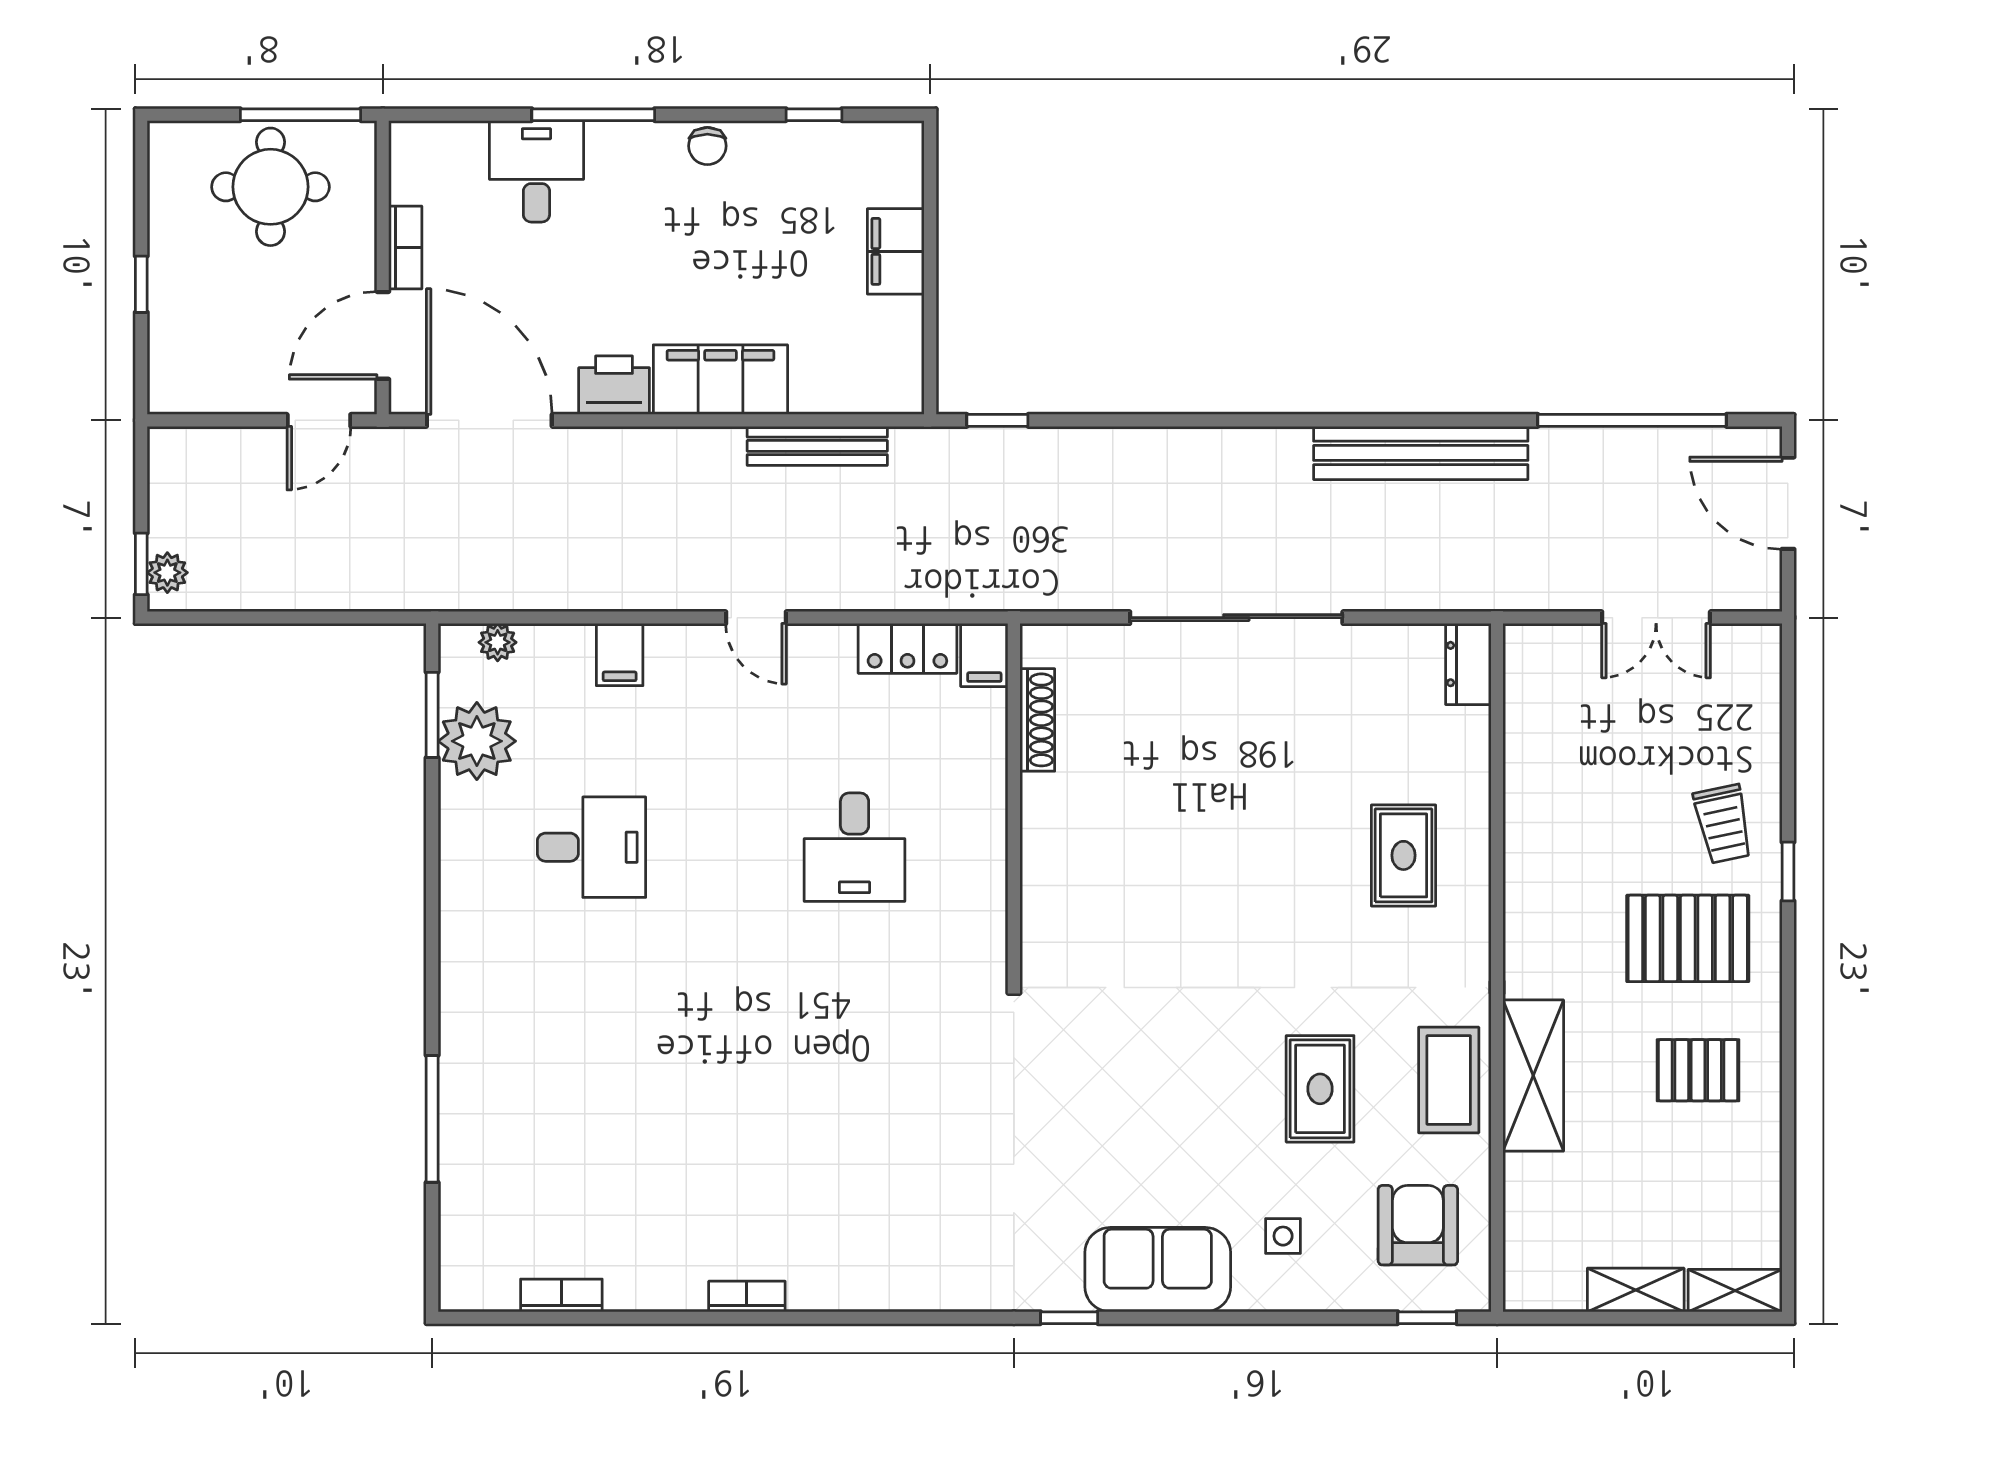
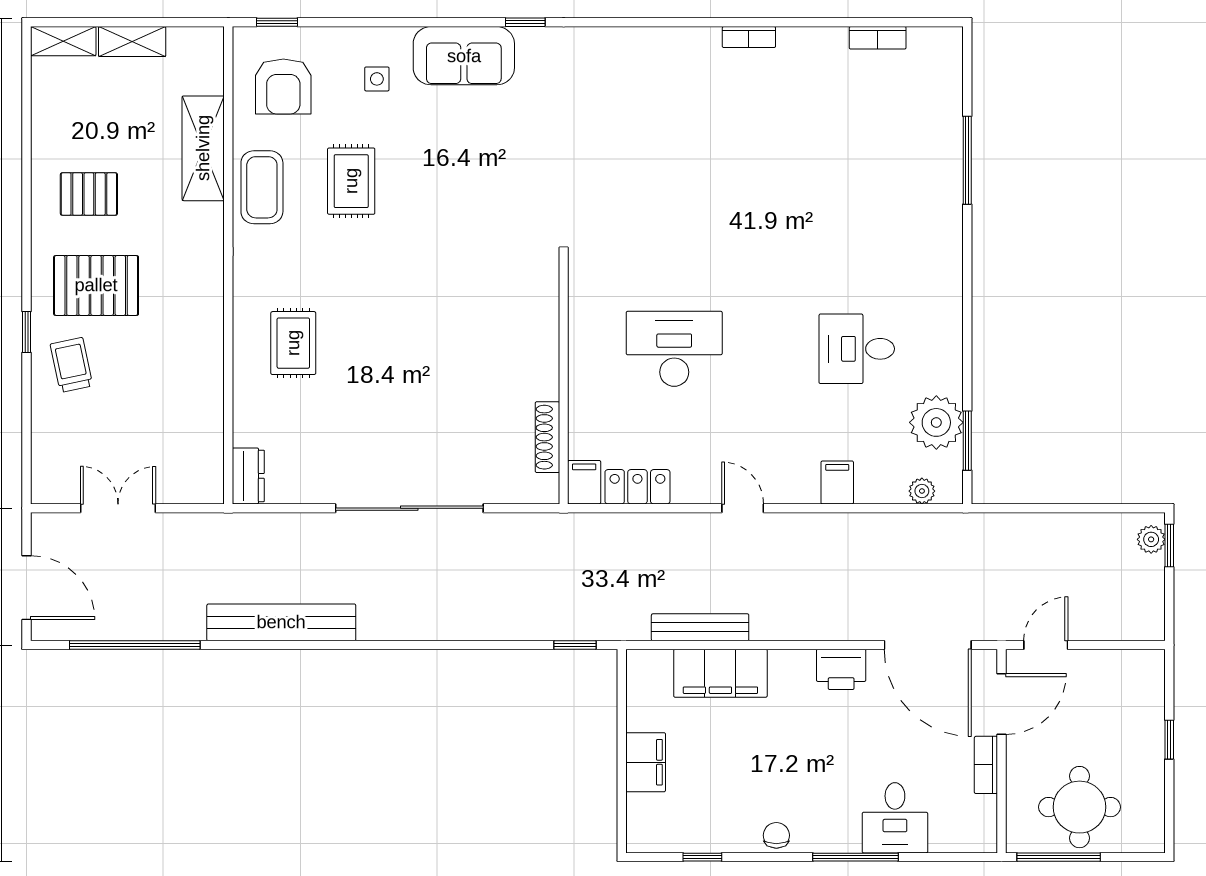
filing cabinet: (720, 380) -> (720, 673), moved
desk: (855, 847) -> (674, 349), width x1.37
shelving: (1533, 1076) -> (203, 148), moved

